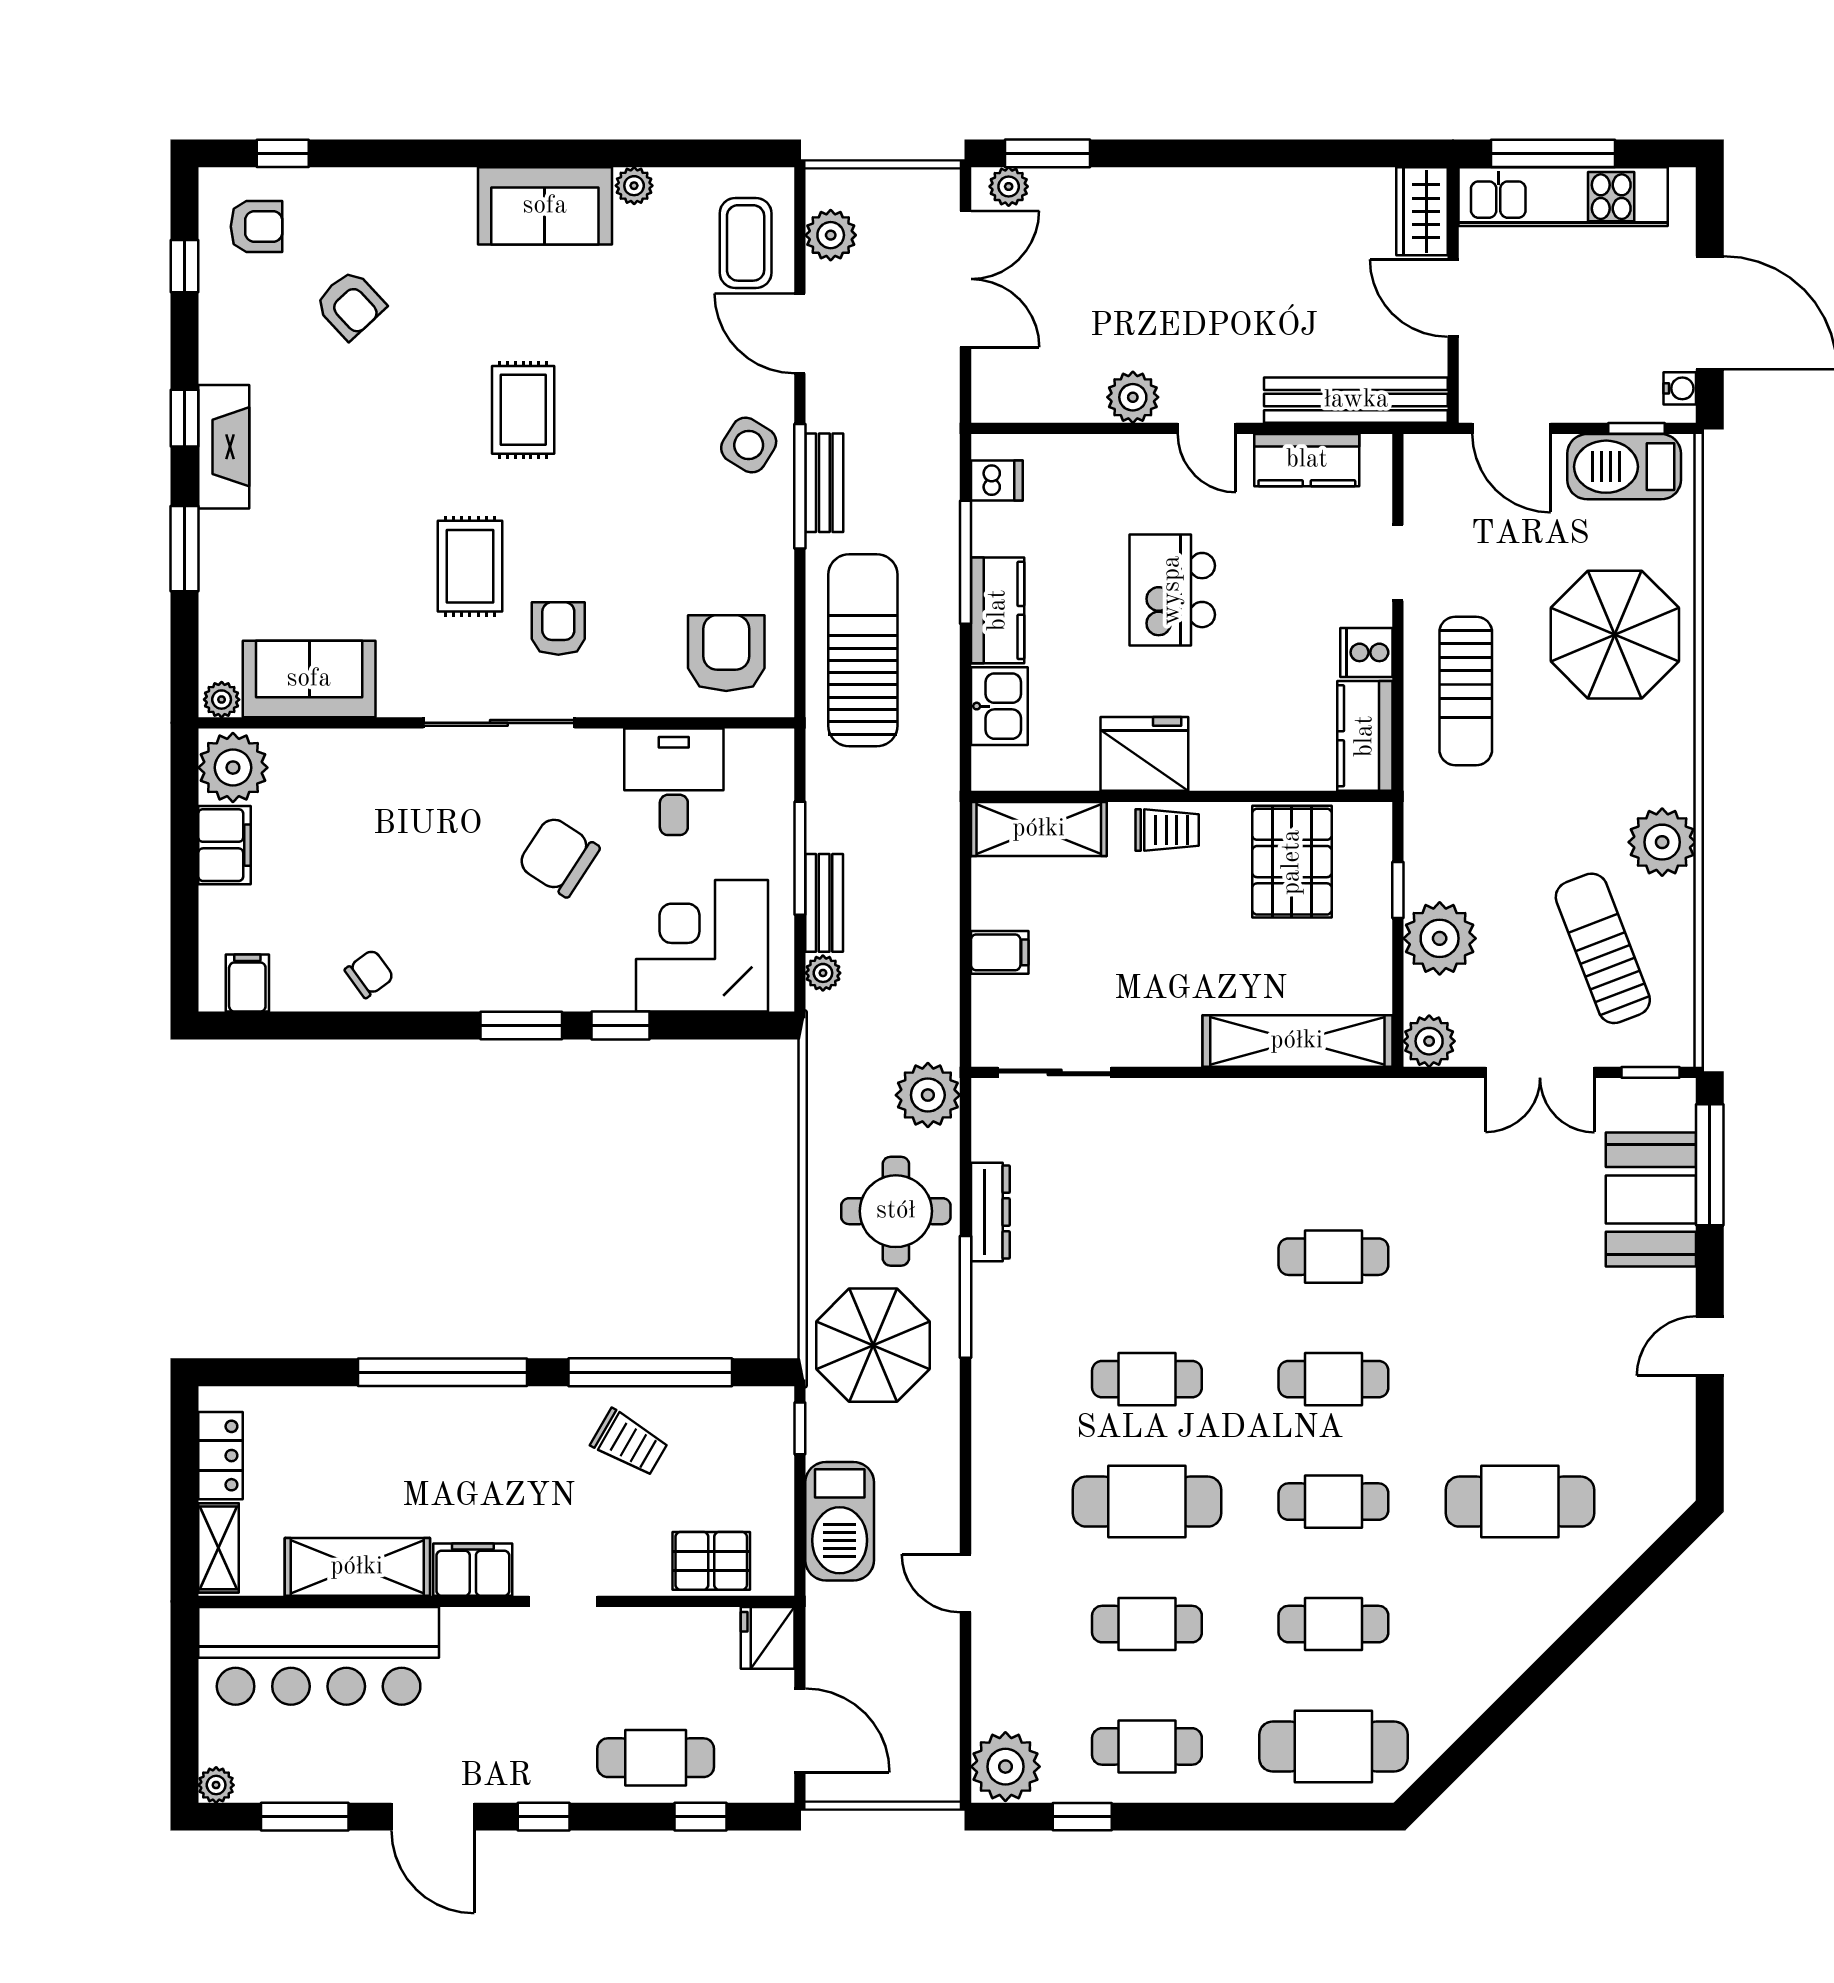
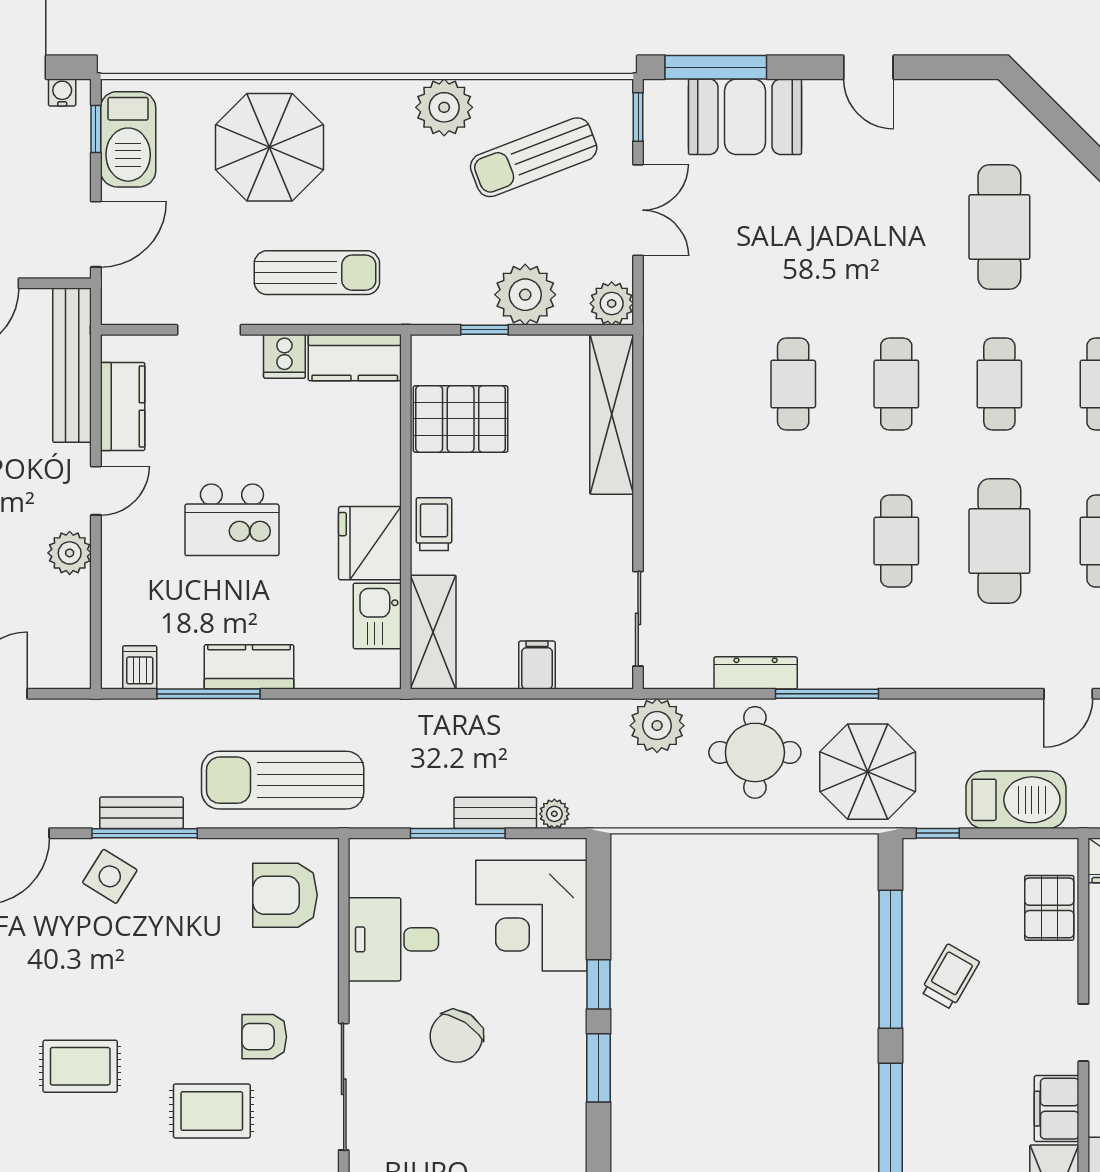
kitchen sink: (999, 706) -> (377, 616), moved, turned -90

